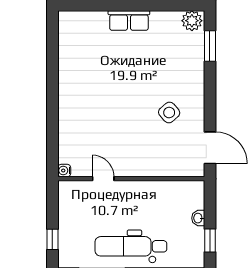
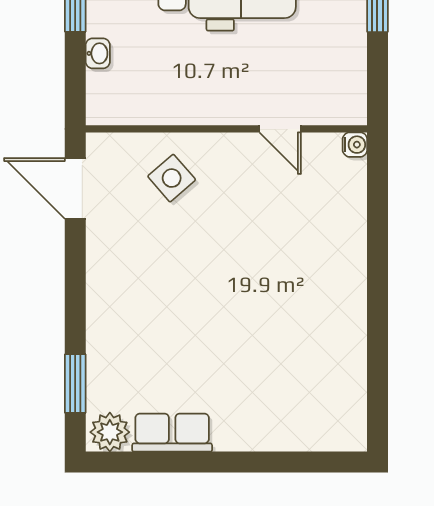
row of seats: (129, 20) -> (172, 433), moved
side table: (169, 113) -> (172, 178), moved

